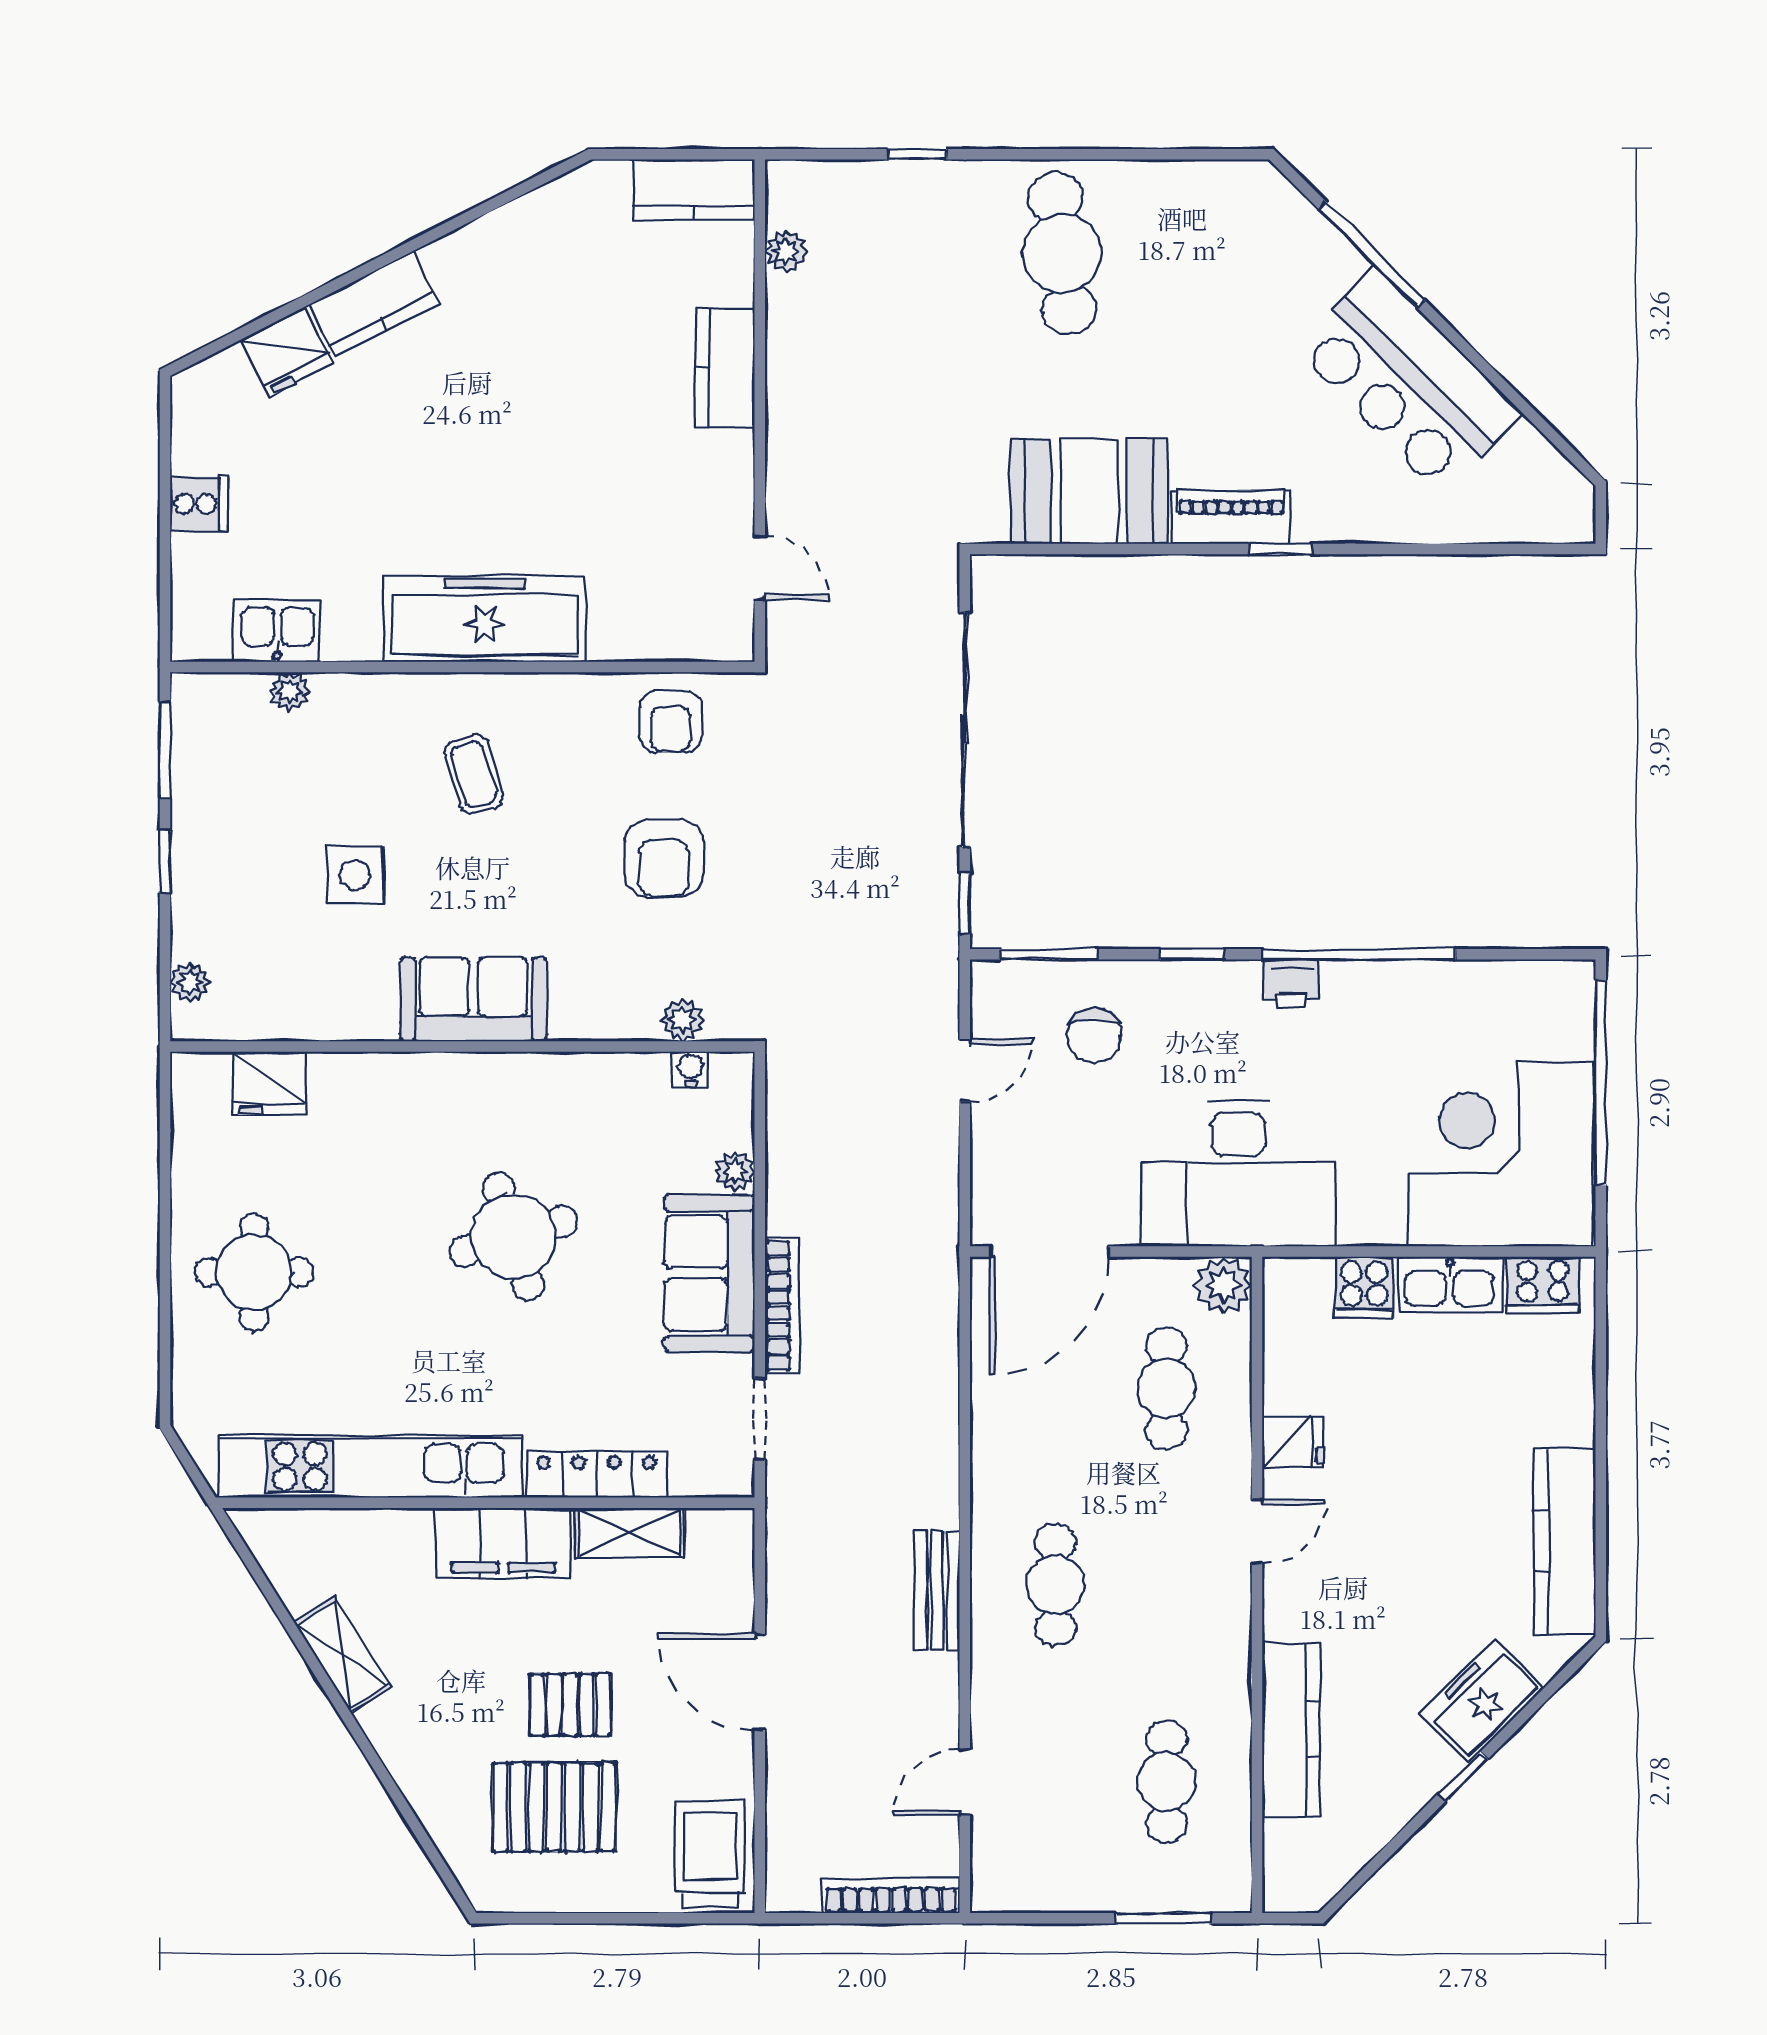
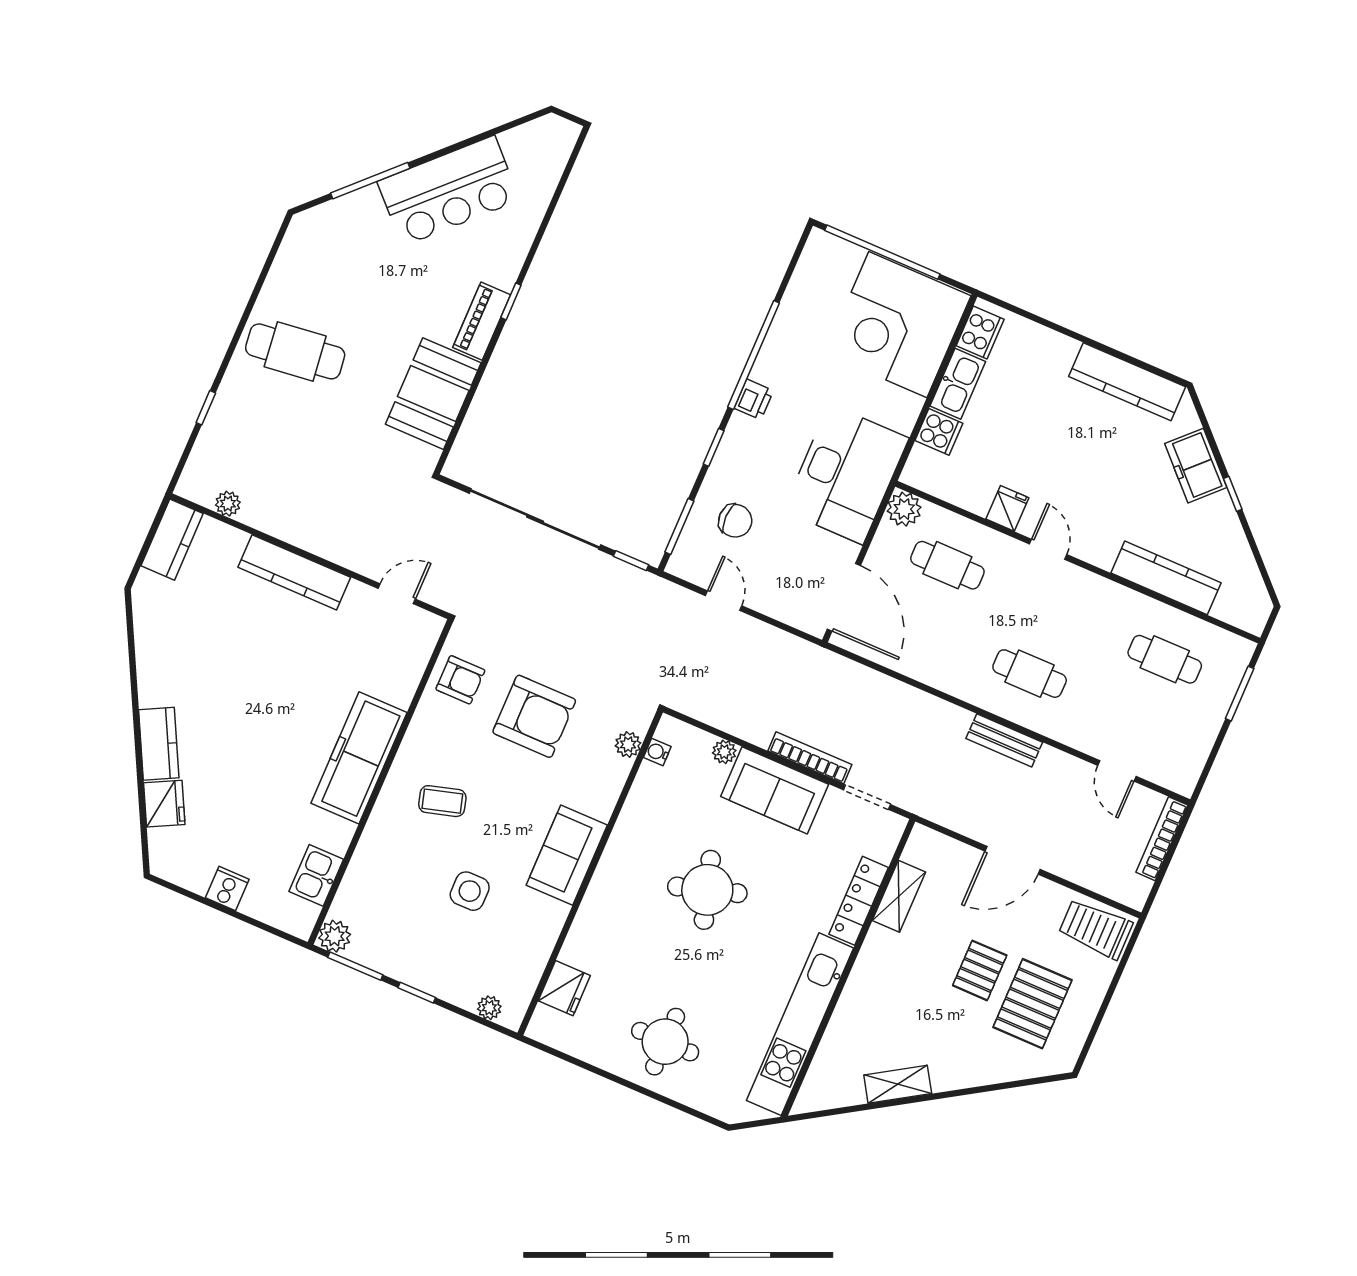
kitchen counter: (725, 368) -> (294, 572), width x1.50
plant: (290, 692) -> (335, 936), moved, width x1.38, depth x1.38
armchair: (664, 858) -> (534, 716), width x1.36, depth x1.36
filing cabinet: (503, 1543) -> (874, 969), removed

